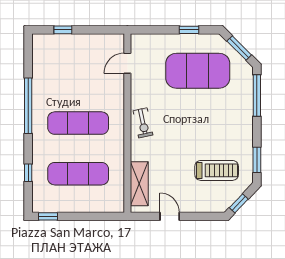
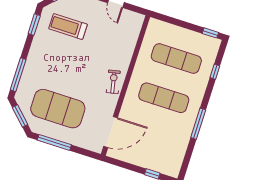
window: (189, 30) -> (54, 142), width x2.17
door: (127, 63) -> (111, 132), width x1.88
window: (28, 106) -> (198, 124), width x0.68
shelving: (139, 184) -> (131, 35), removed

